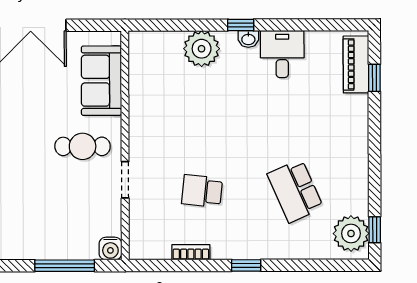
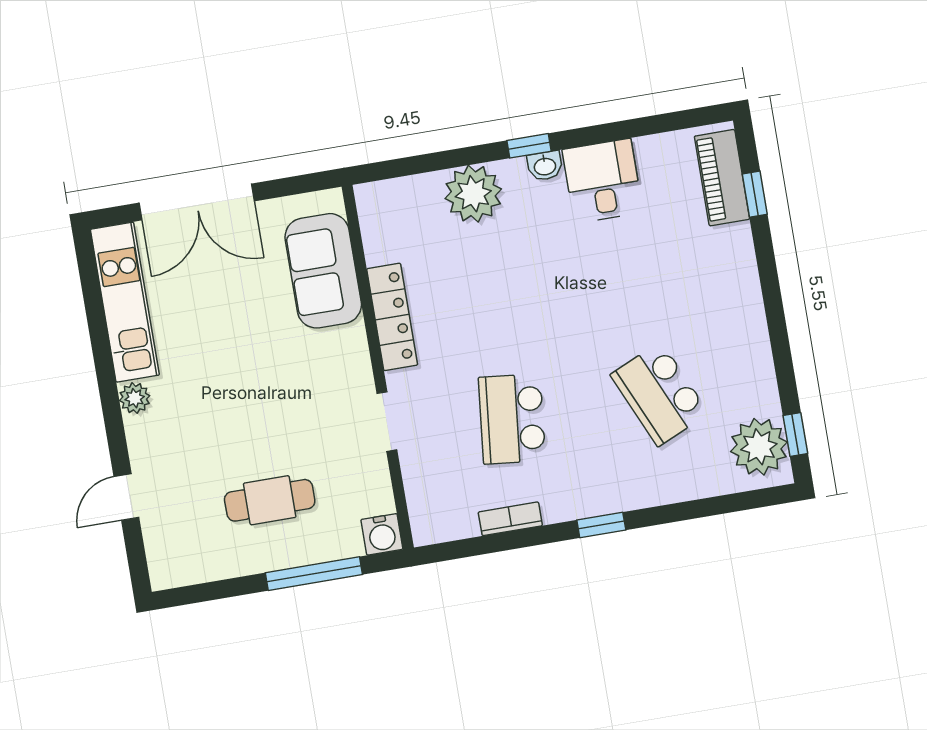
locker: (139, 116) -> (392, 317), added
cafe table: (83, 146) -> (270, 500), moved
school desk: (202, 191) -> (512, 419), width x1.85

